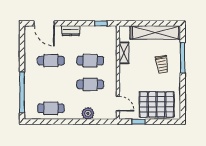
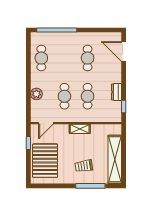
door: (44, 23) -> (124, 52), hinge flipped
dresser: (71, 31) -> (117, 92), moved
shelving: (124, 53) -> (80, 129), moved

